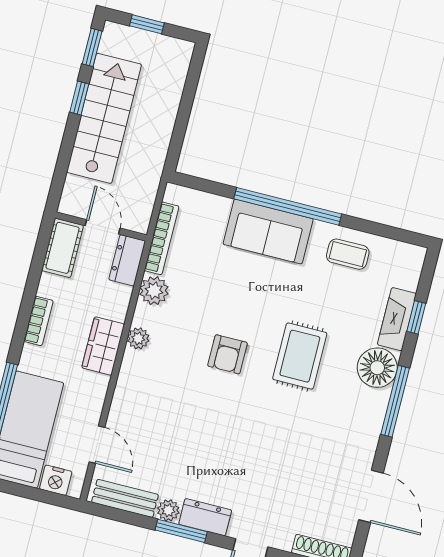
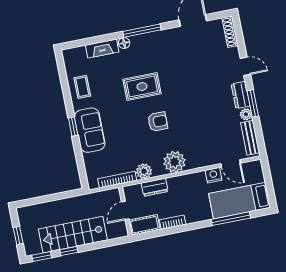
window: (288, 206) -> (73, 127), width x0.32
dresser: (127, 260) -> (155, 187), moved
window: (416, 317) -> (97, 40), removed
bookcase: (38, 321) -> (173, 222), moved
plant: (138, 338) -> (174, 162), width x1.88, depth x1.88
wardrobe: (103, 346) -> (182, 183), removed
floor lamp: (377, 368) -> (124, 43), width x0.53, depth x0.53
door: (97, 445) -> (231, 163), swing flipped
nightstand: (56, 480) -> (213, 175), moved, turned -90

